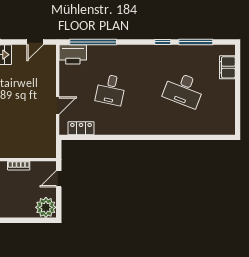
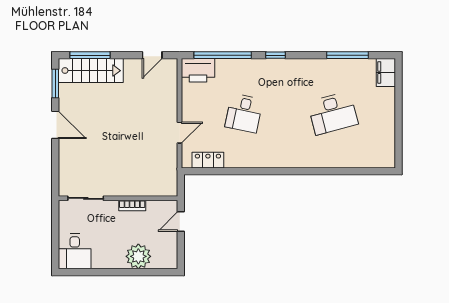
window: (163, 42) -> (276, 55), moved
filing cabinet: (227, 67) -> (386, 72), moved
desk: (184, 90) -> (333, 113), turned -36
plant: (46, 207) -> (138, 256), moved

